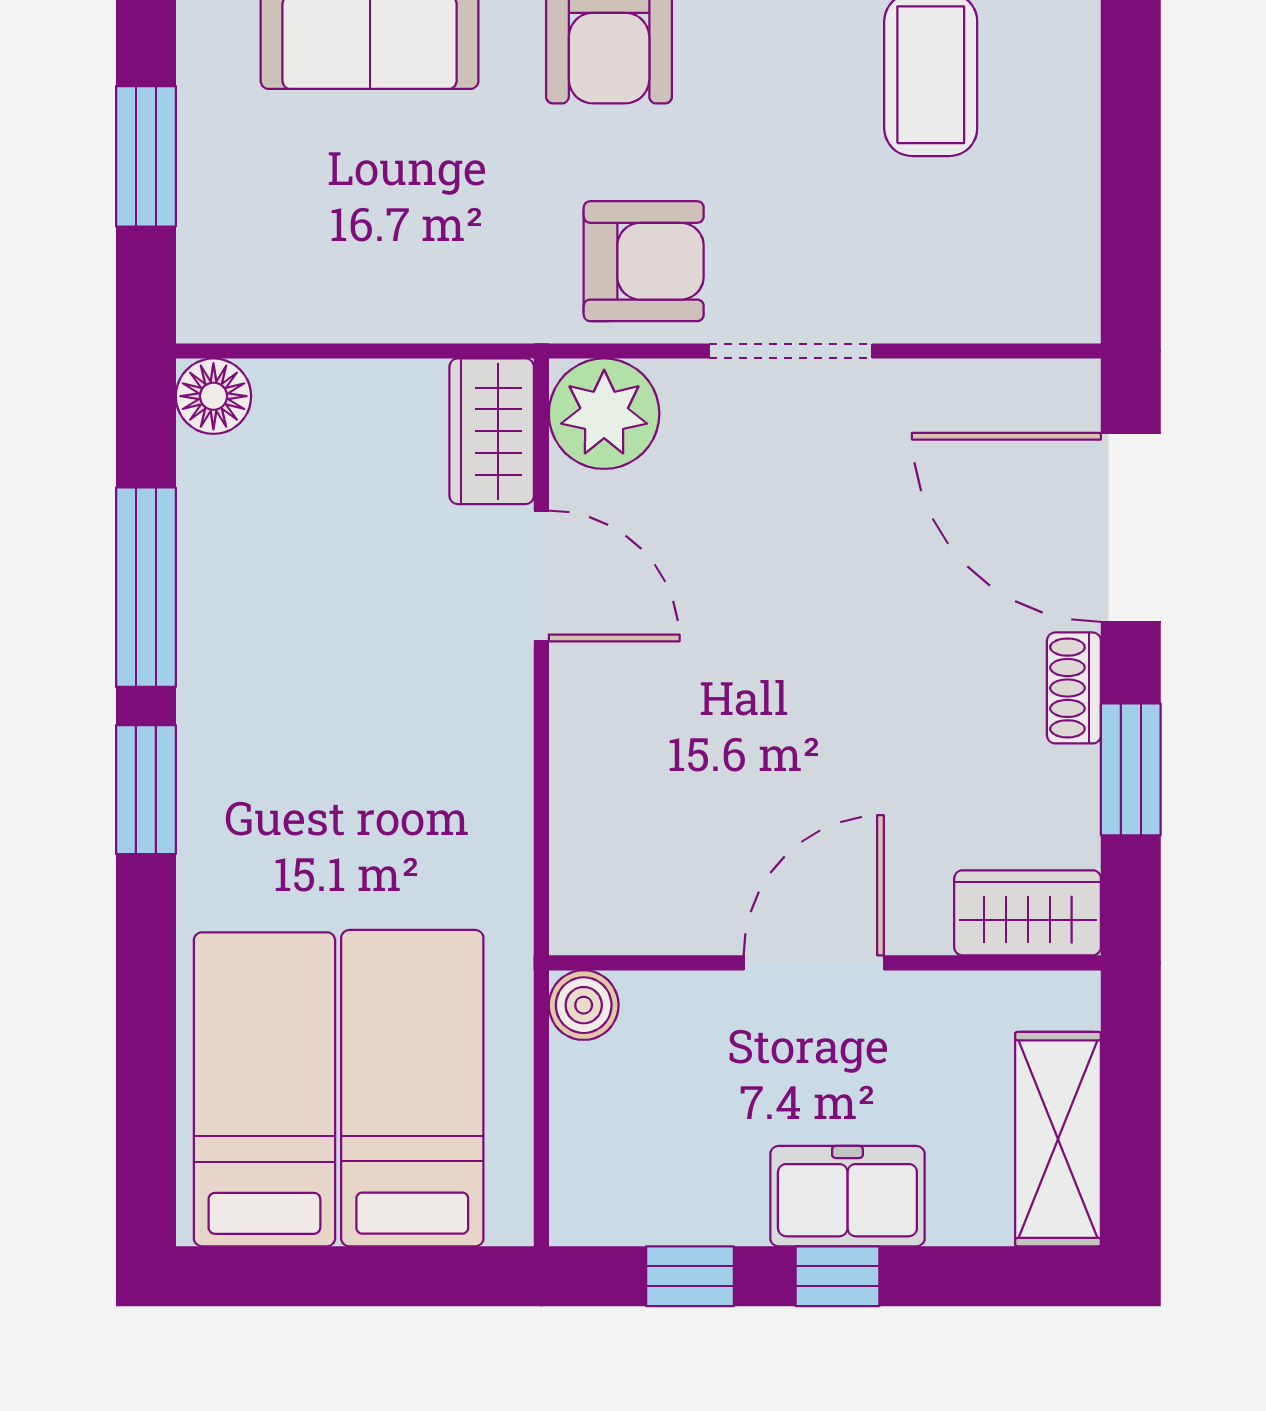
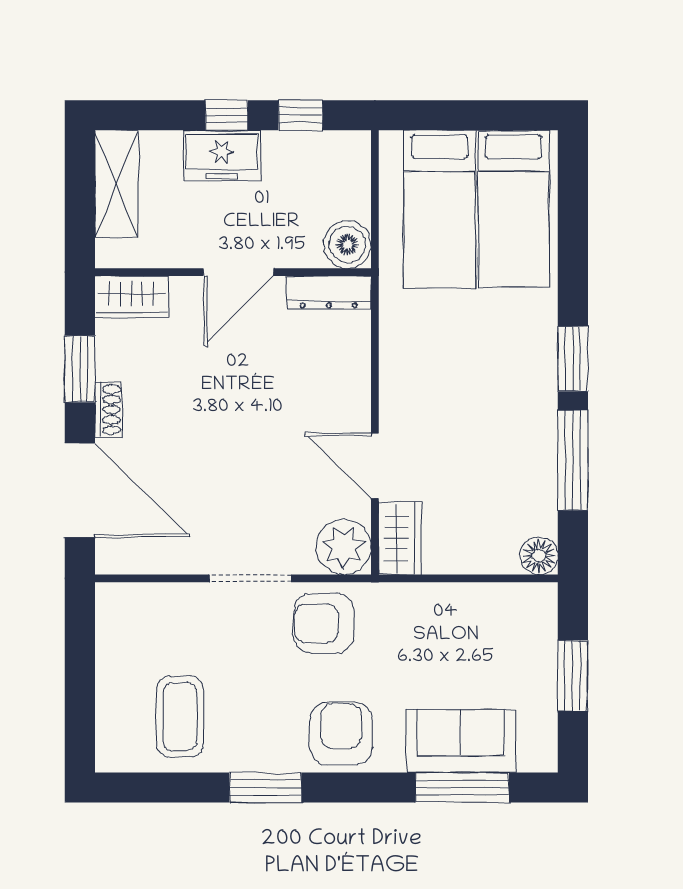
dresser: (634, 922) -> (329, 292), added
boiler: (584, 1005) -> (347, 245), width x1.36, depth x1.36

